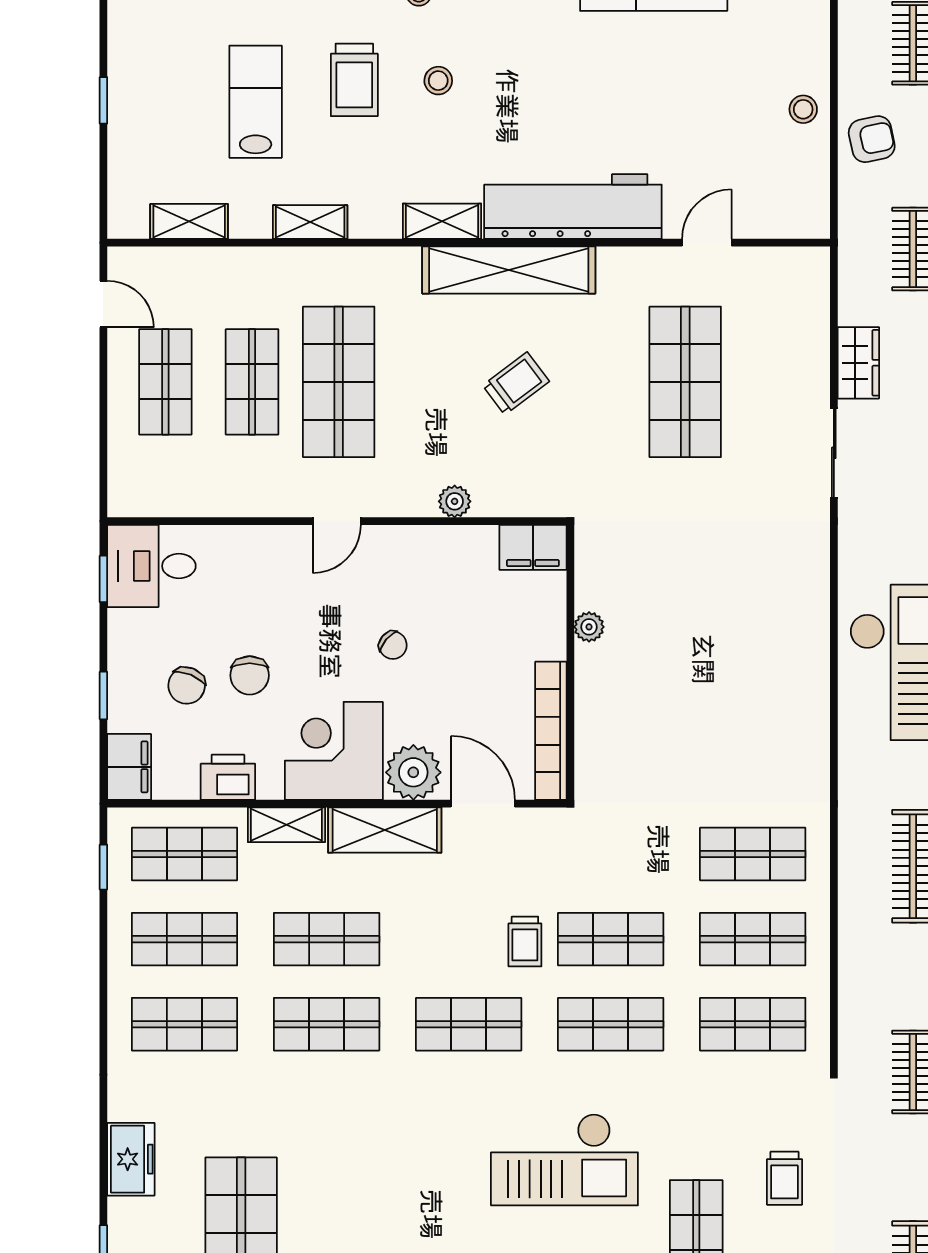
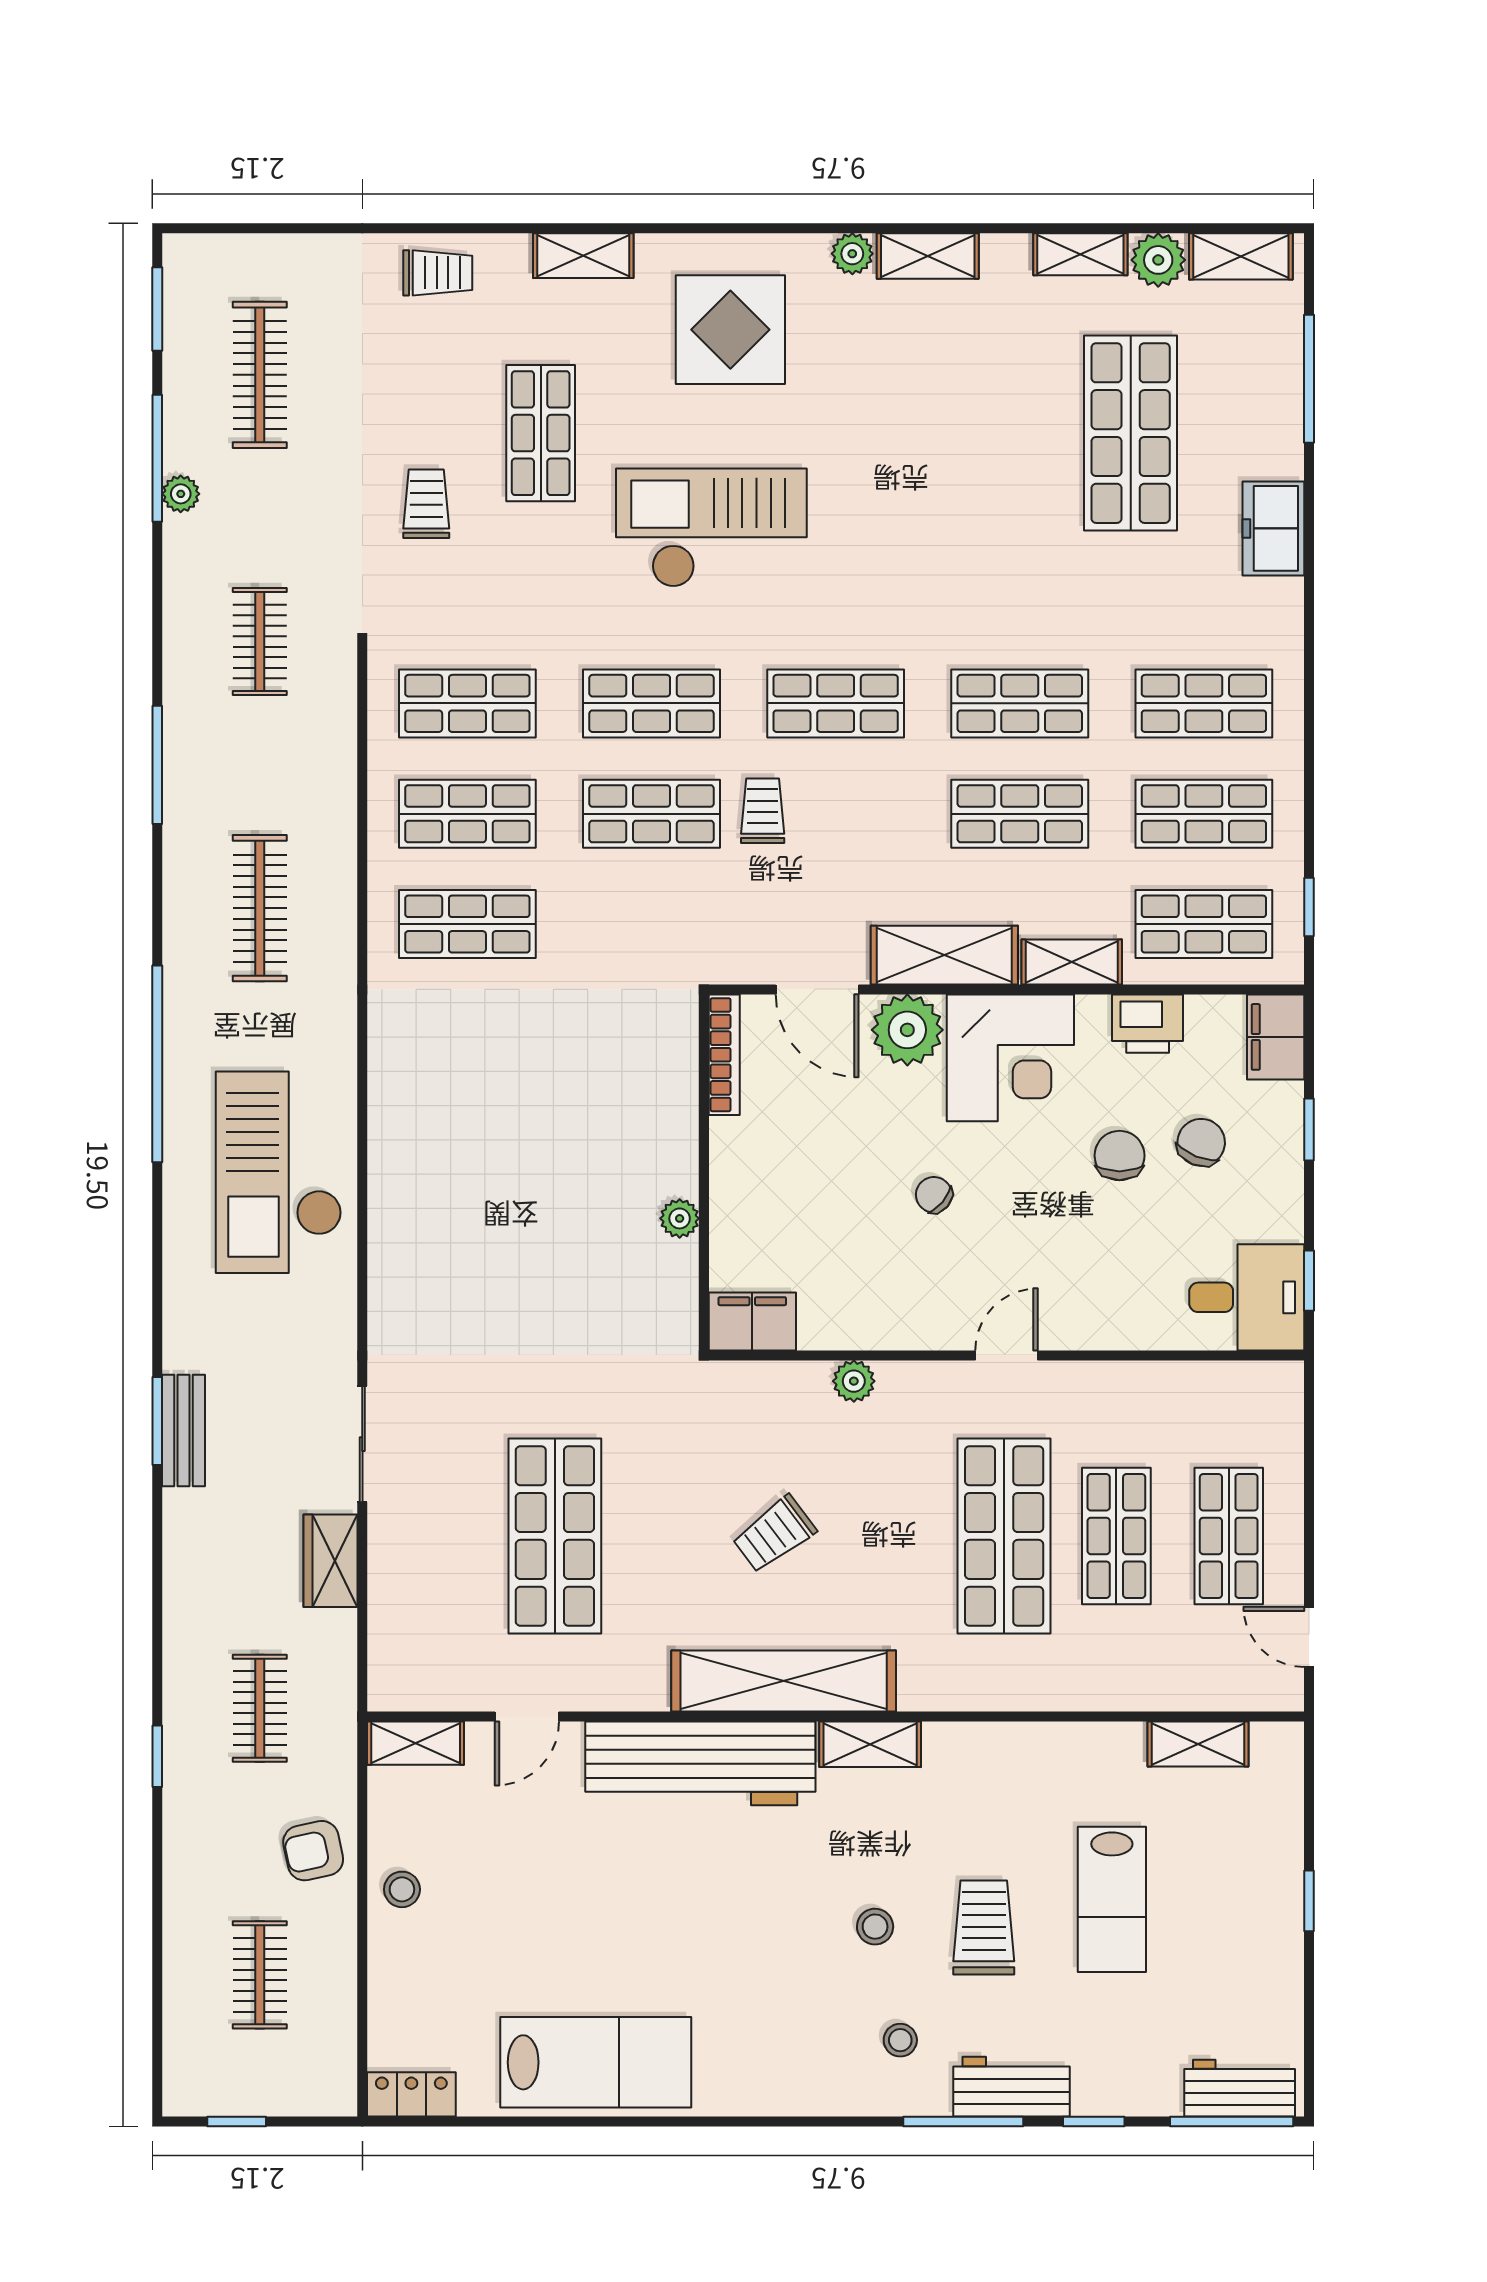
shelving: (310, 222) -> (416, 1743), moved
bookcase: (551, 731) -> (724, 1055), width x0.68, depth x0.76

